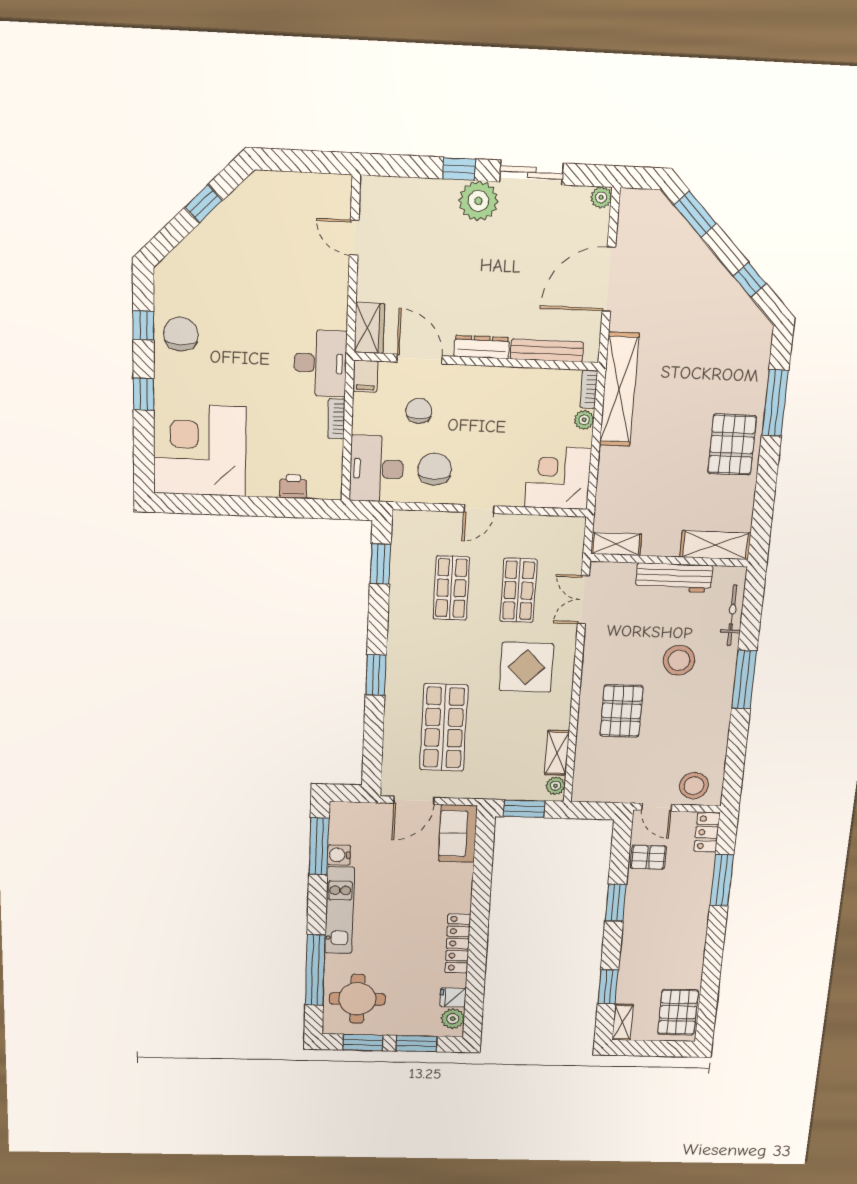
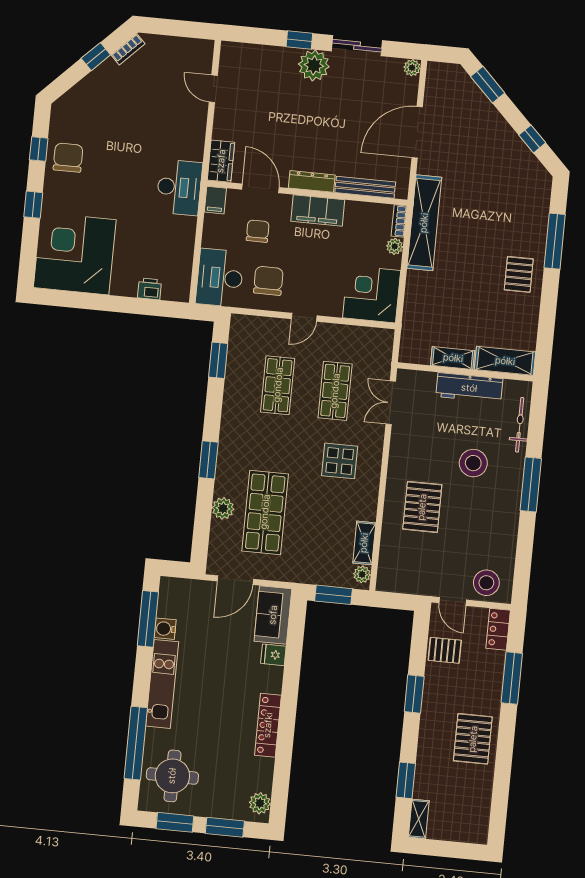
filing cabinet: (490, 382) -> (318, 210), added
bookcase: (336, 419) -> (128, 49), moved, turned -135
pallet: (732, 445) -> (519, 274), width x0.67, depth x0.71
shelving: (616, 544) -> (453, 358), moved
display table: (526, 667) -> (340, 461), width x0.73, depth x0.73
plant: (396, 726) -> (223, 508), added
fridge: (453, 997) -> (273, 655), moved
pallet: (678, 1012) -> (473, 739), moved

